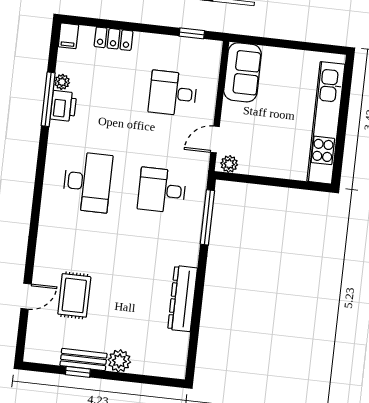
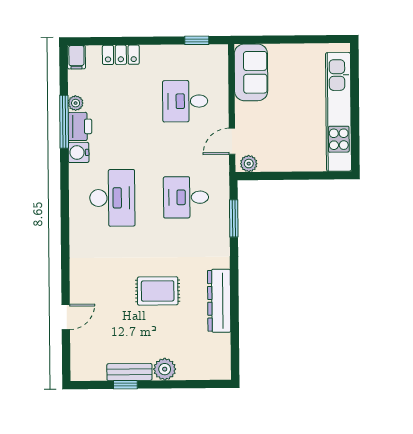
water cooler: (59, 132) -> (79, 152), added
window: (207, 217) -> (234, 218), width x0.69
rug: (74, 295) -> (158, 291), moved, turned 90

